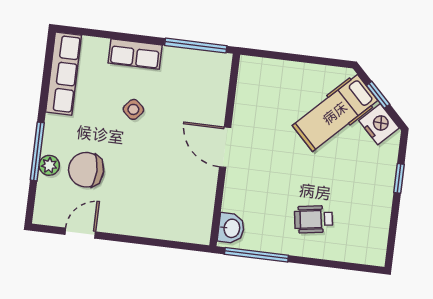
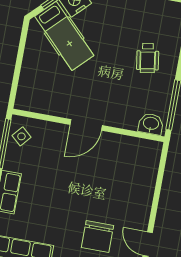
side table: (133, 109) -> (21, 136), moved

